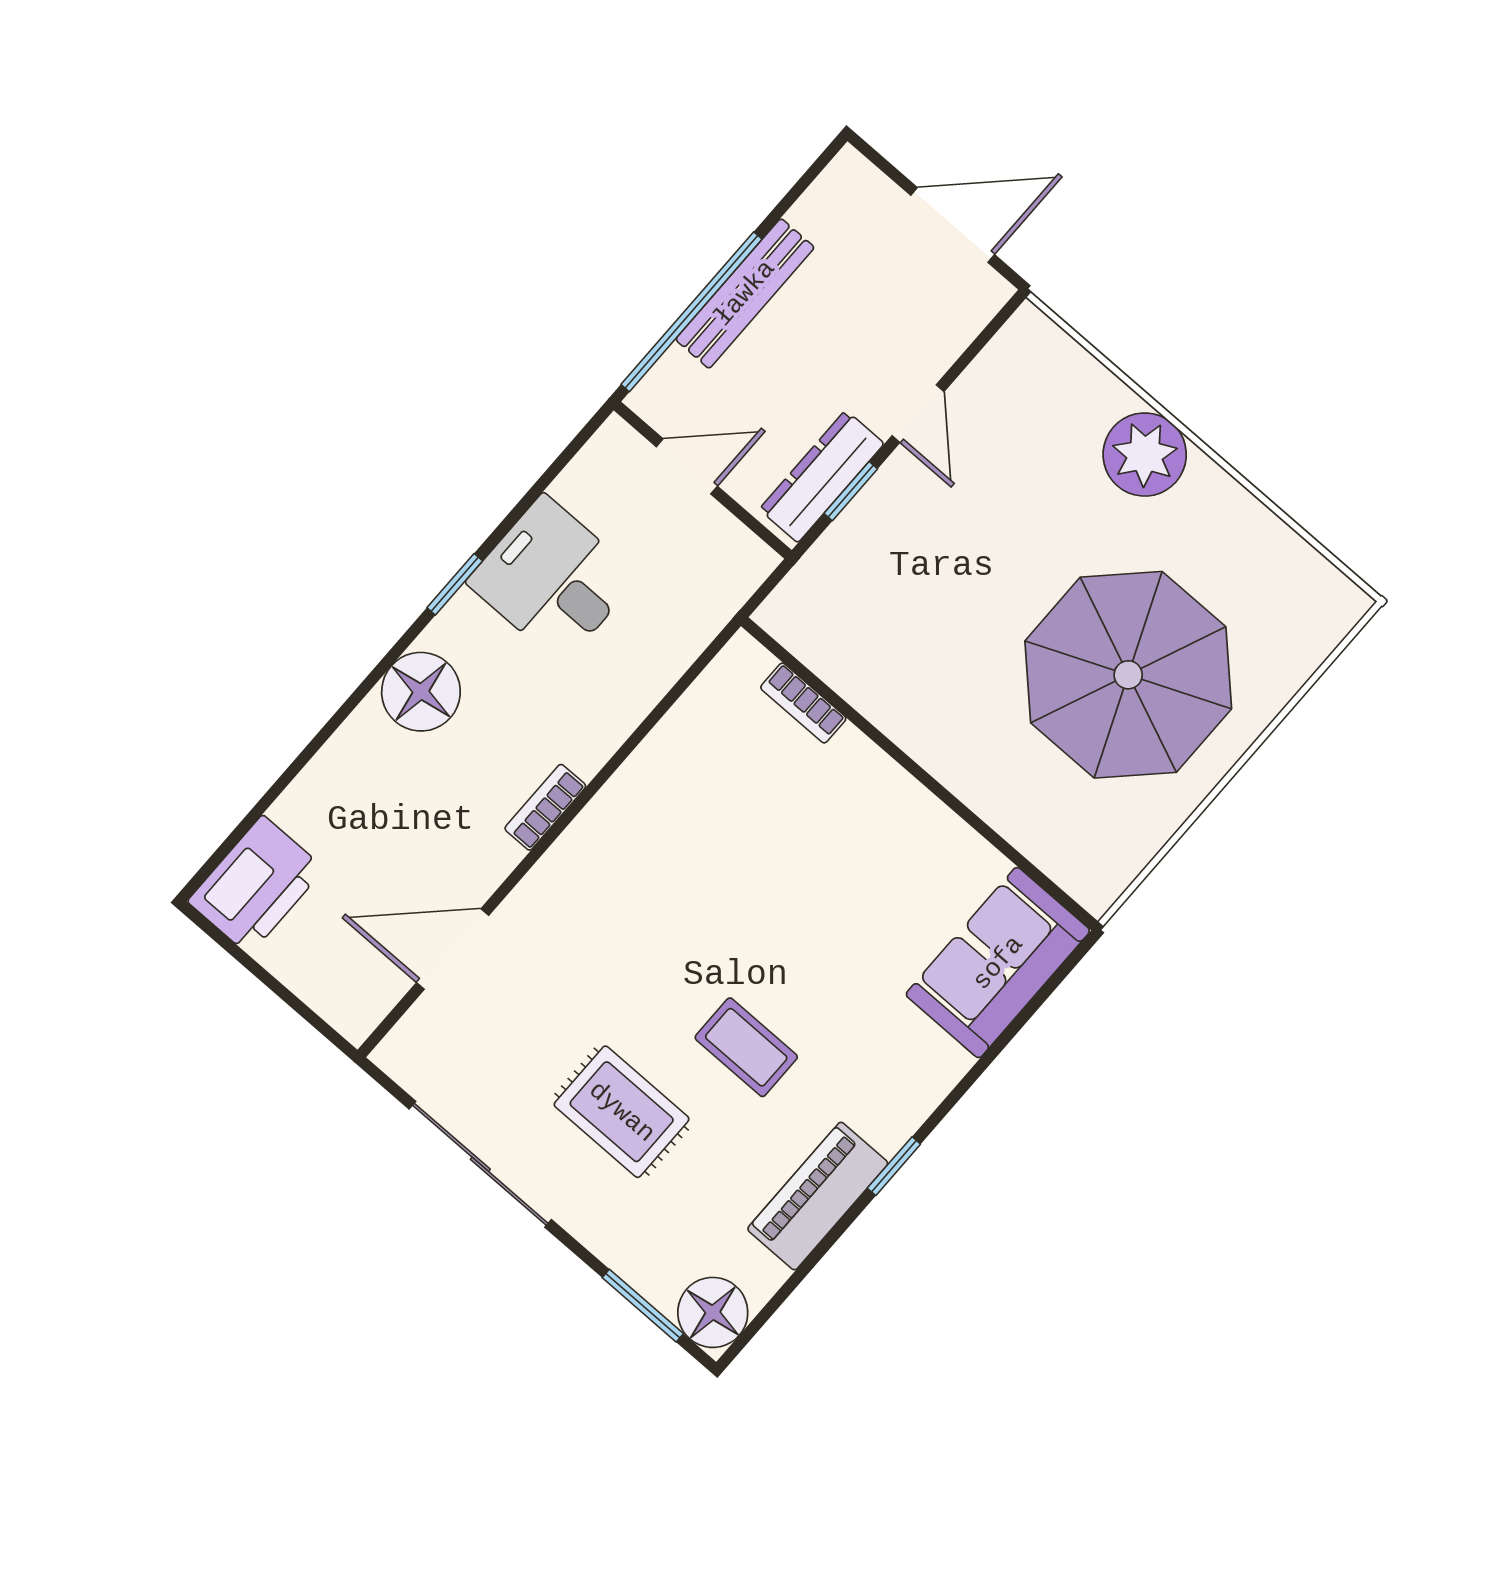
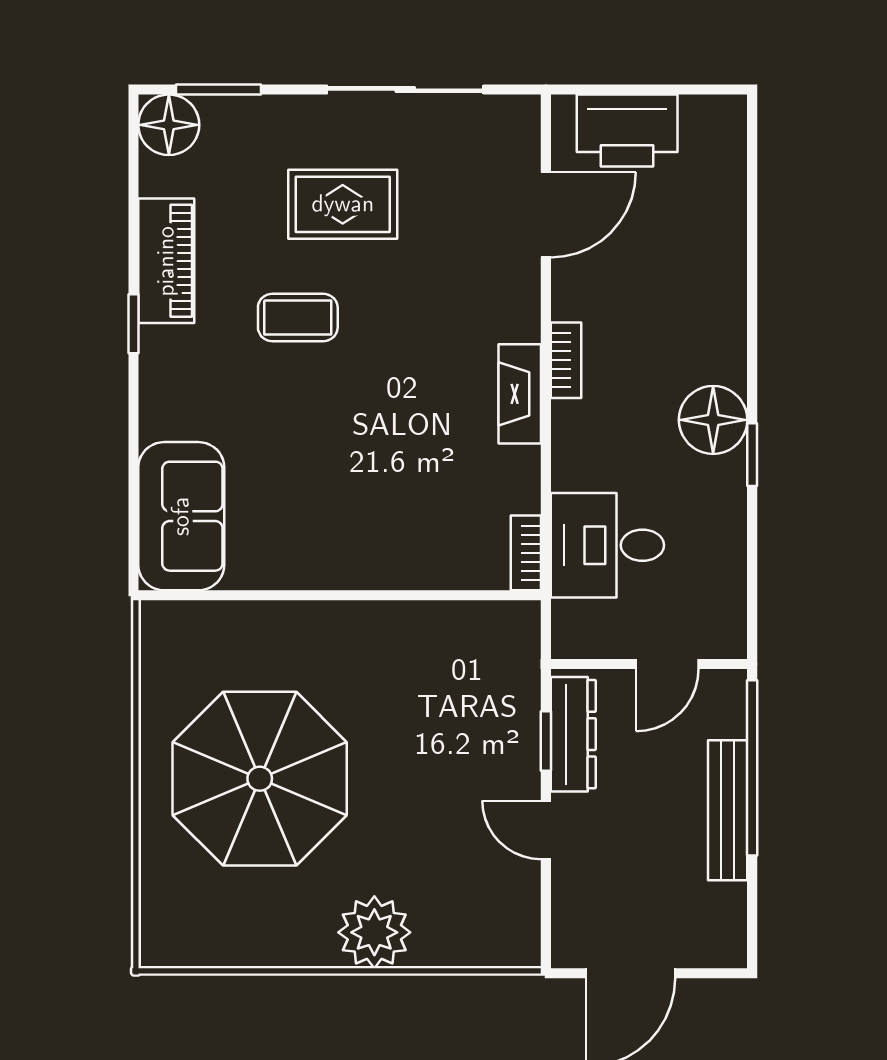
desk: (553, 579) -> (607, 545), moved, turned 180
floor lamp: (421, 692) -> (713, 420), moved
bookcase: (803, 703) -> (526, 553), moved, turned -90
fireplace: (611, 813) -> (520, 394), added
printer: (256, 885) -> (627, 131), moved, turned -90

